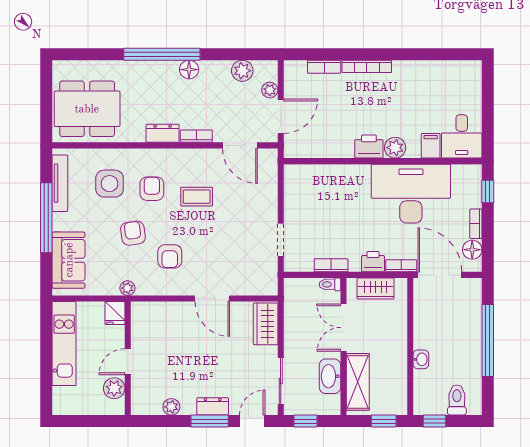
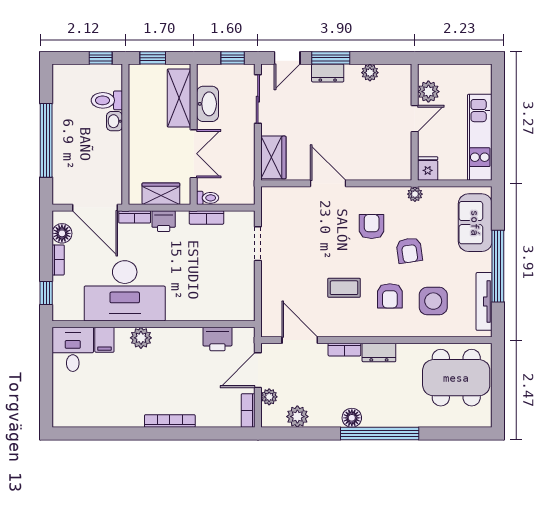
bookcase: (324, 67) -> (248, 411), moved, turned -90
printer: (369, 147) -> (217, 339), moved
toilet: (457, 400) -> (107, 100), moved, turned 90

